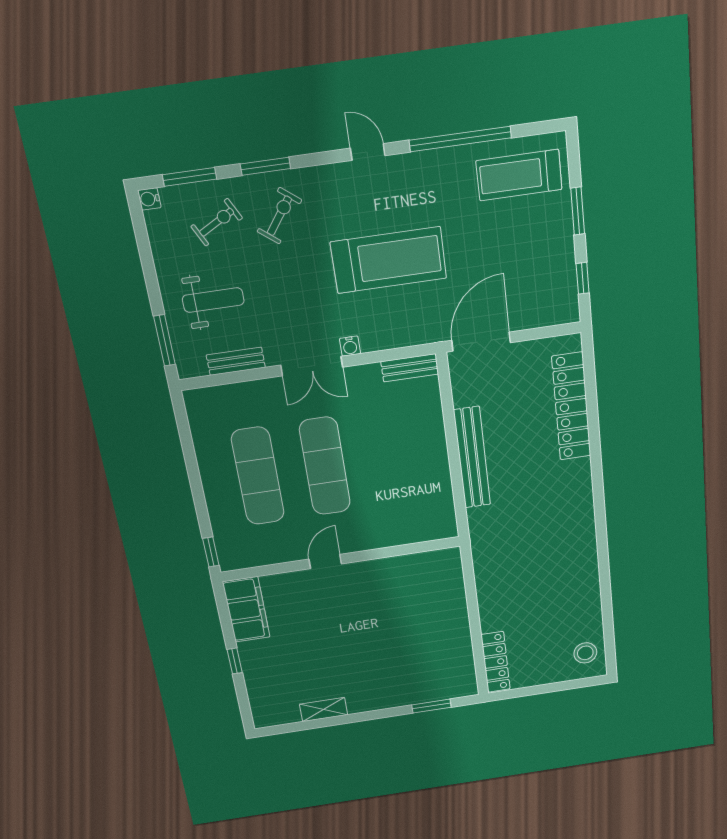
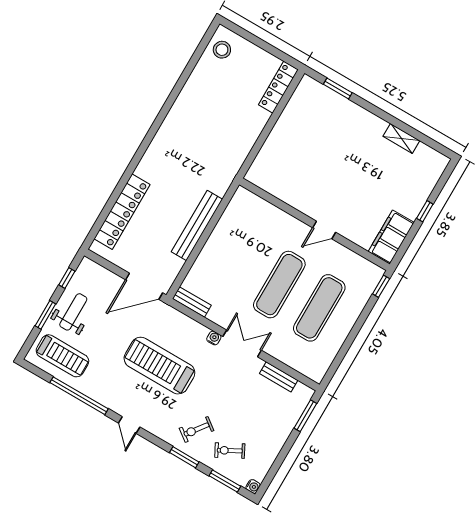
weight bench: (213, 300) -> (73, 312), moved, turned 90

